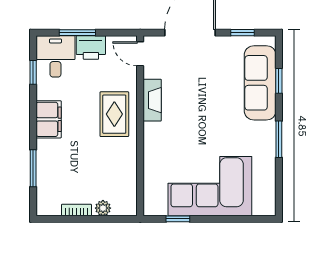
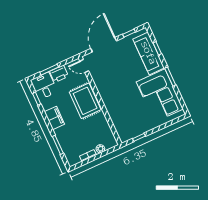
fireplace: (152, 100) -> (100, 86), removed
rug: (114, 114) -> (85, 101), width x1.36, depth x1.43
corner sofa: (210, 186) -> (160, 95), moved, turned -90

